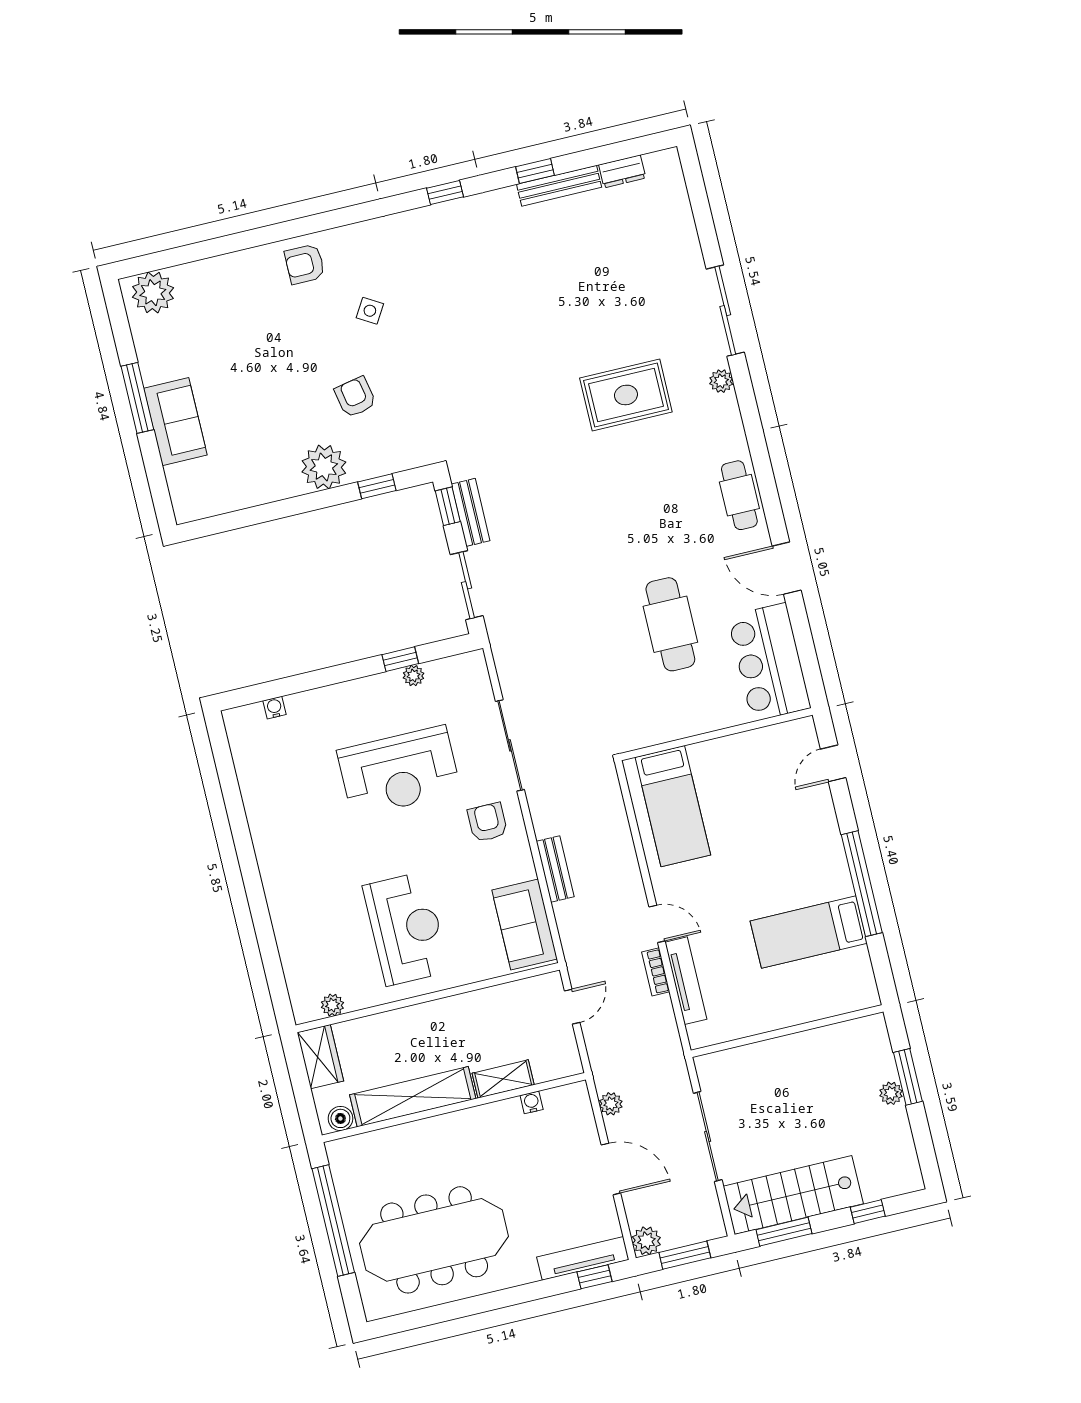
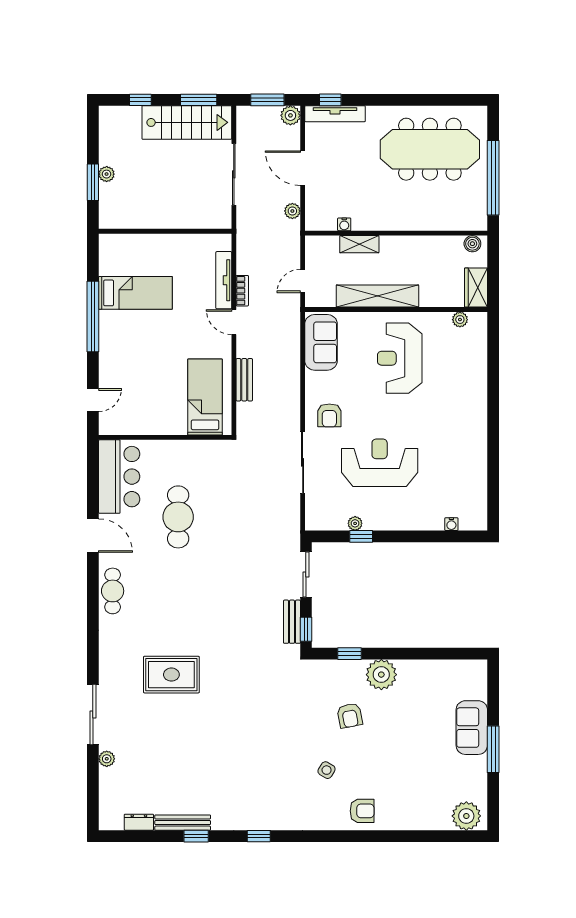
plant: (721, 381) -> (107, 759), moved
bench: (555, 869) -> (244, 380), moved
shelving: (413, 1097) -> (377, 296), moved

